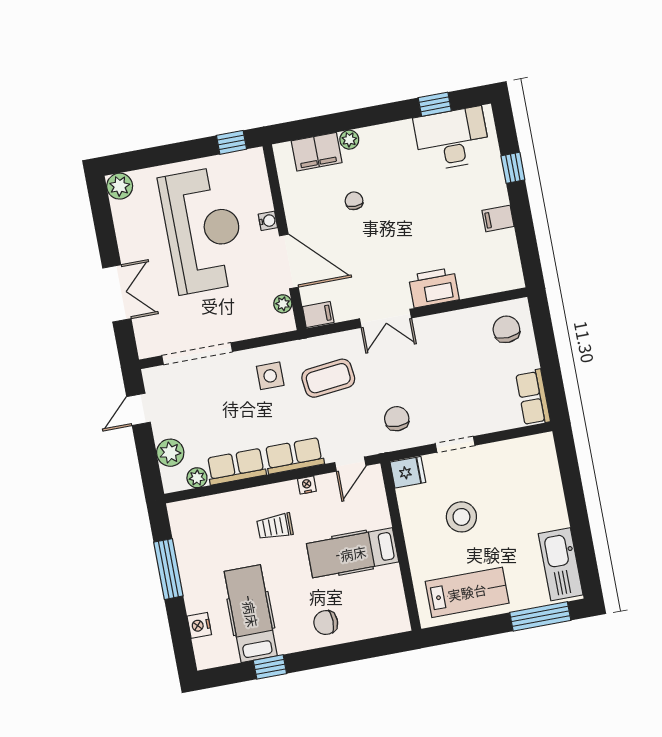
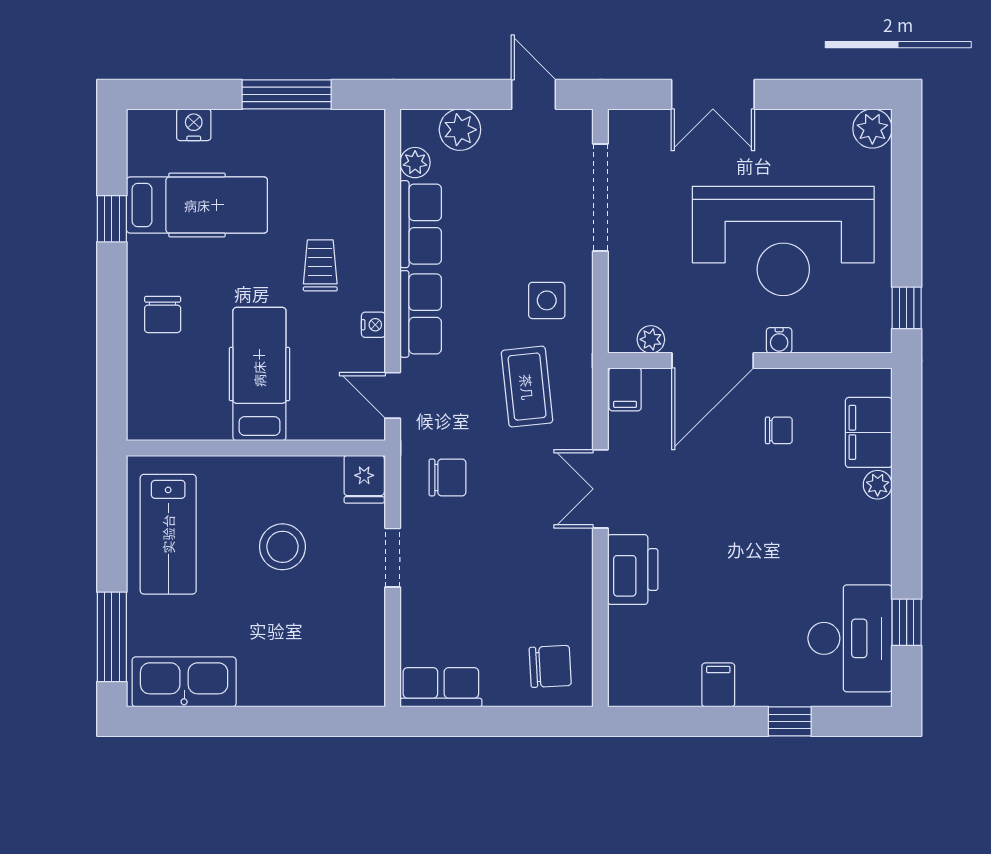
chair: (354, 201) -> (779, 430), moved
chair: (326, 623) -> (163, 314), turned 180

